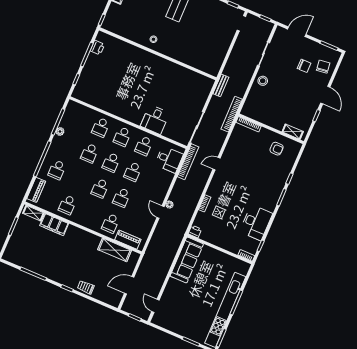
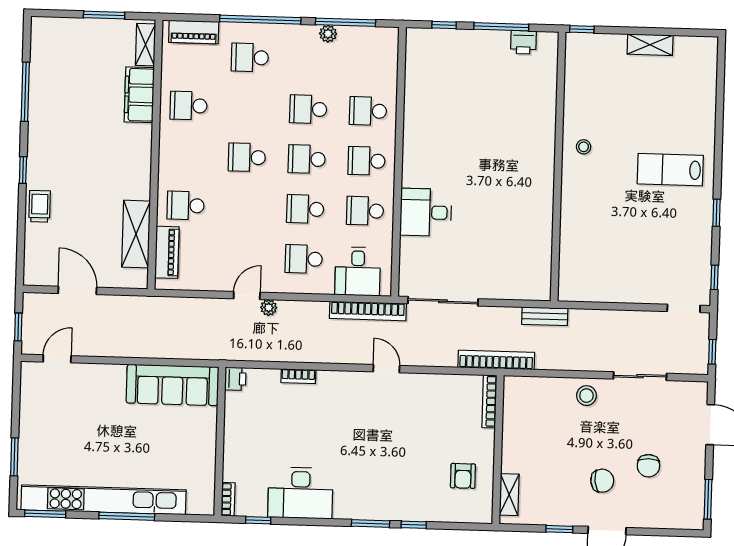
chair: (323, 67) -> (602, 481), moved
school desk: (122, 197) -> (304, 259), moved

